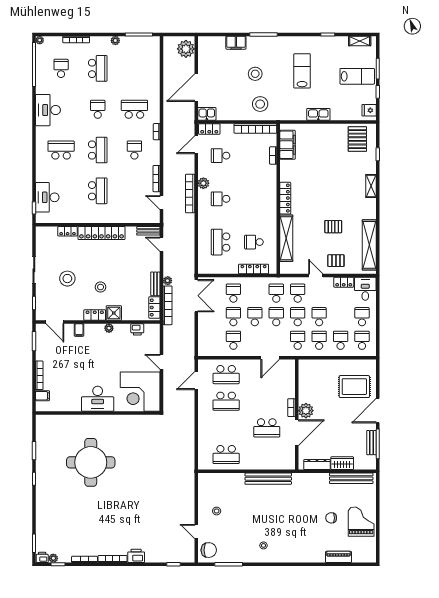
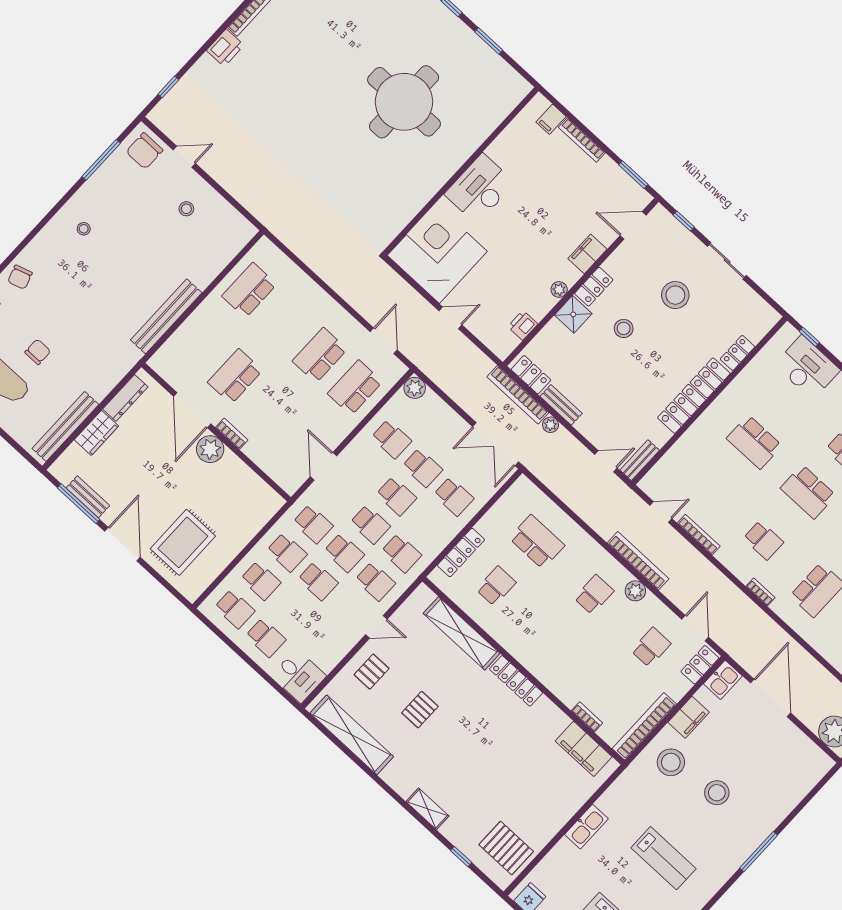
filing cabinet: (236, 43) -> (689, 717), moved, turned 180
locker: (344, 282) -> (334, 656), removed
filing cabinet: (79, 330) -> (587, 254), width x2.00
plant: (204, 350) -> (415, 388), added
chair: (307, 553) -> (20, 277), added

